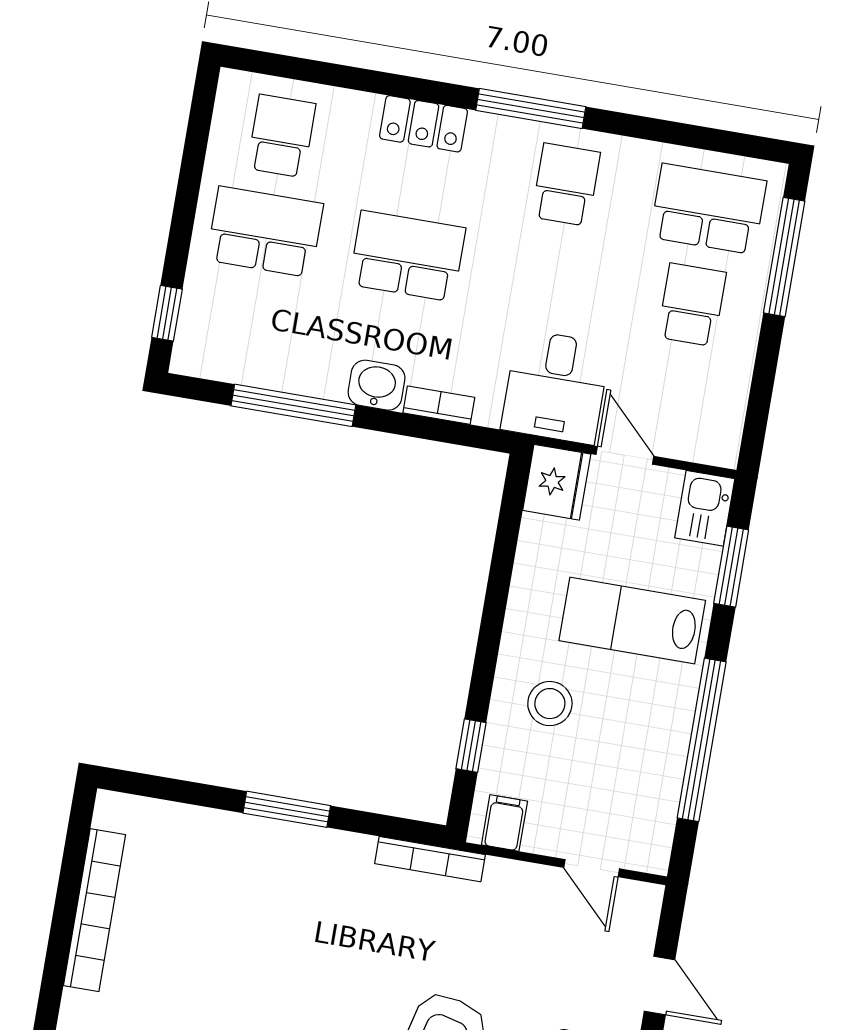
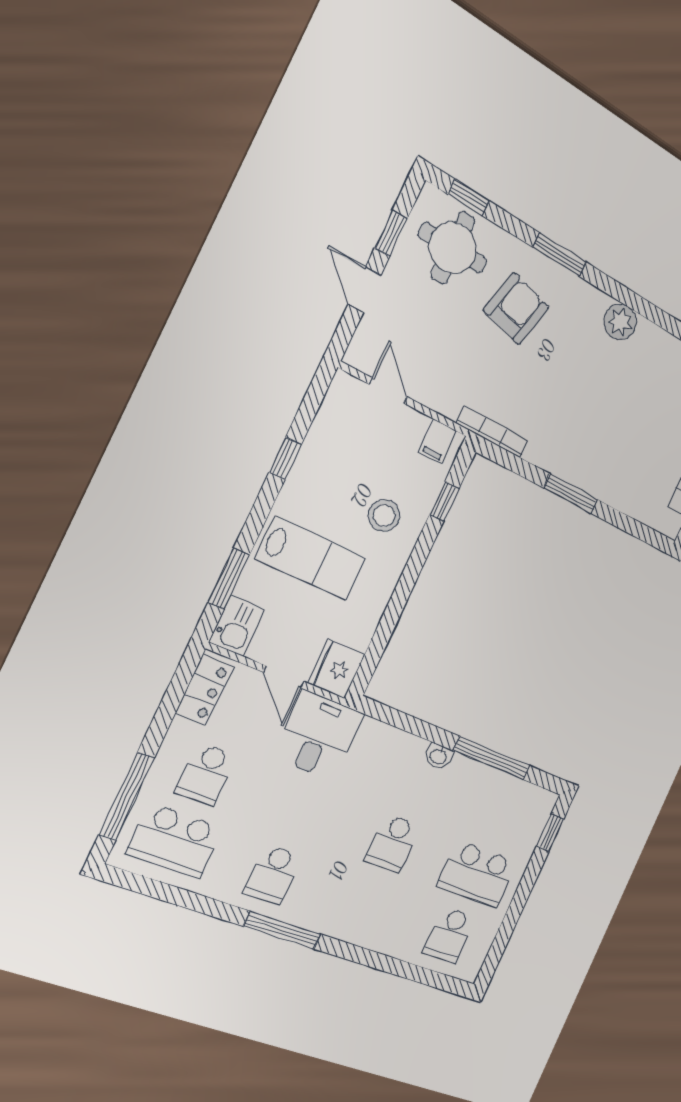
locker: (424, 124) -> (204, 690), moved, turned 90
school desk: (407, 256) -> (393, 843), width x0.54
washbasin: (377, 385) -> (438, 756), width x0.72, depth x0.69
bookcase: (439, 405) -> (400, 739), removed
window: (702, 740) -> (285, 458), width x0.32

